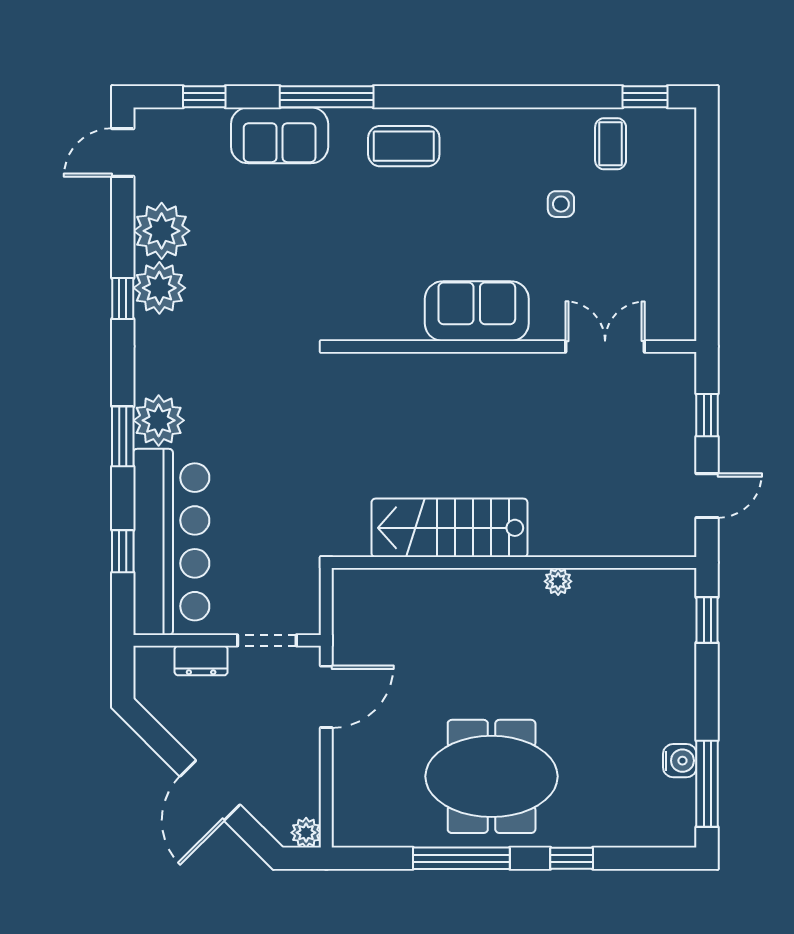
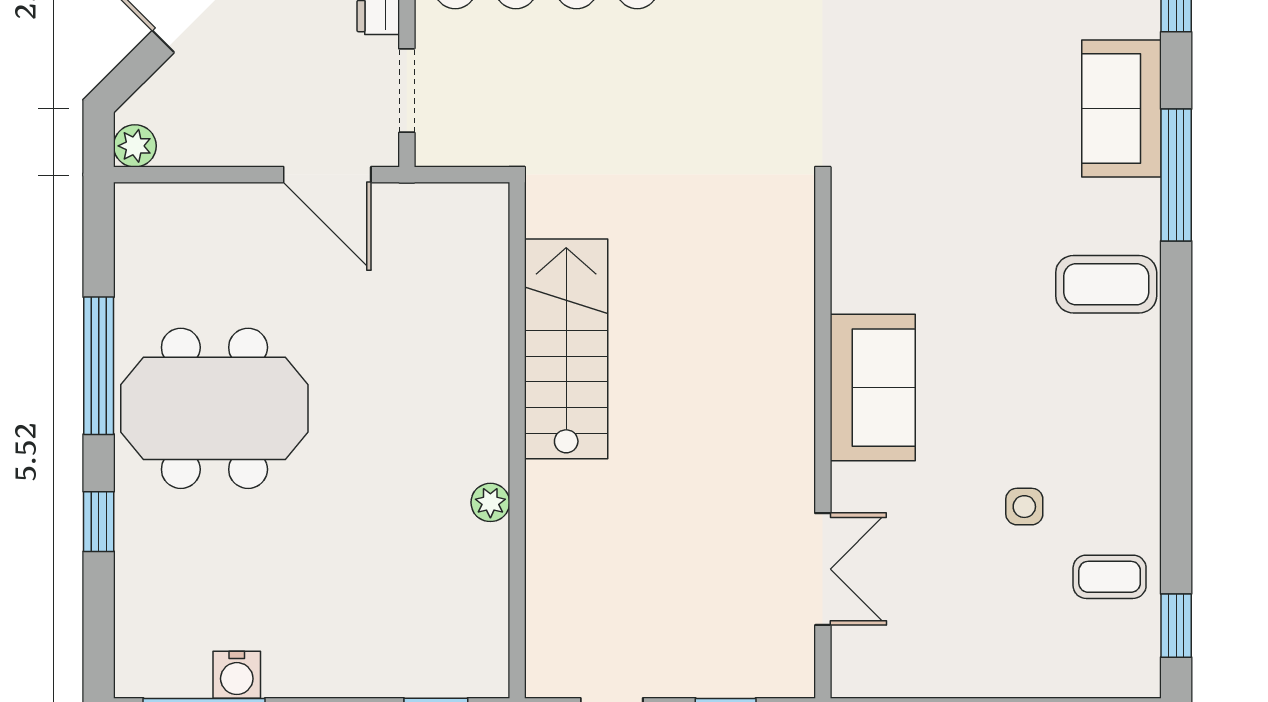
coffee table: (404, 146) -> (1106, 284), turned 90
meeting table: (492, 776) -> (214, 408), turned 90

